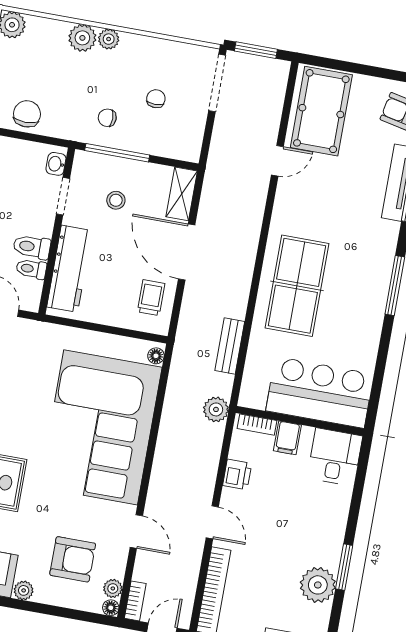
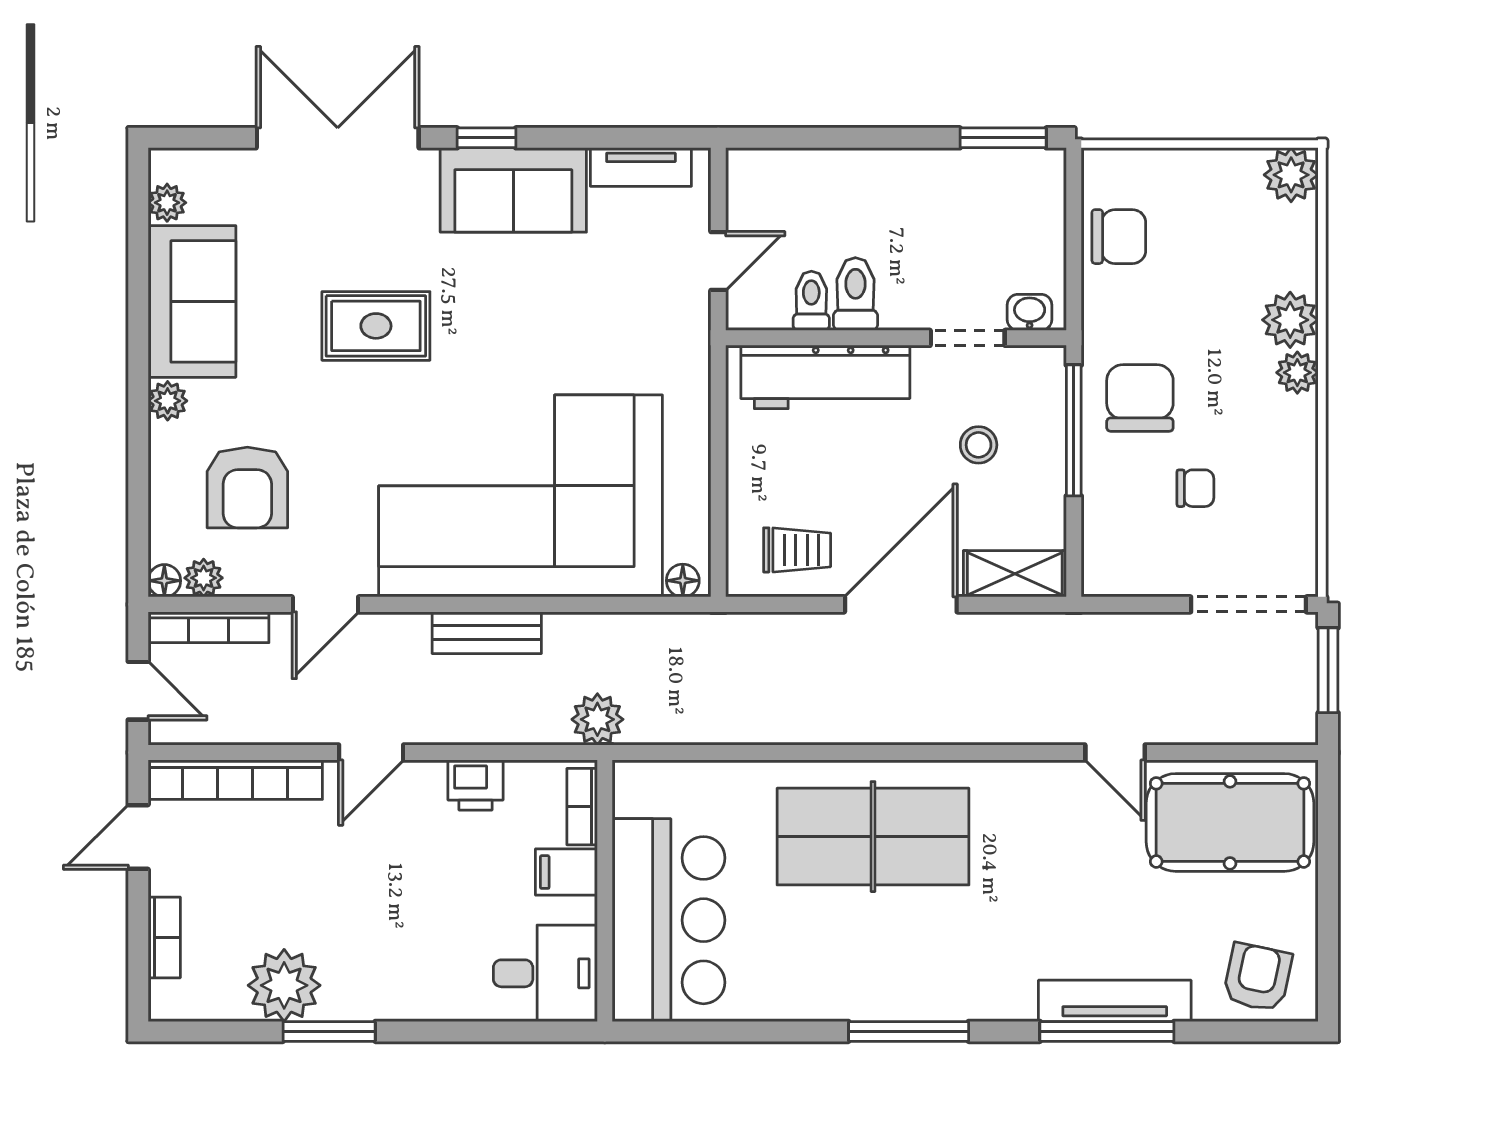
chair: (107, 118) -> (1140, 398), width x1.87, depth x1.87
bench: (230, 346) -> (487, 633), moved
bookcase: (135, 601) -> (209, 627), width x1.56

